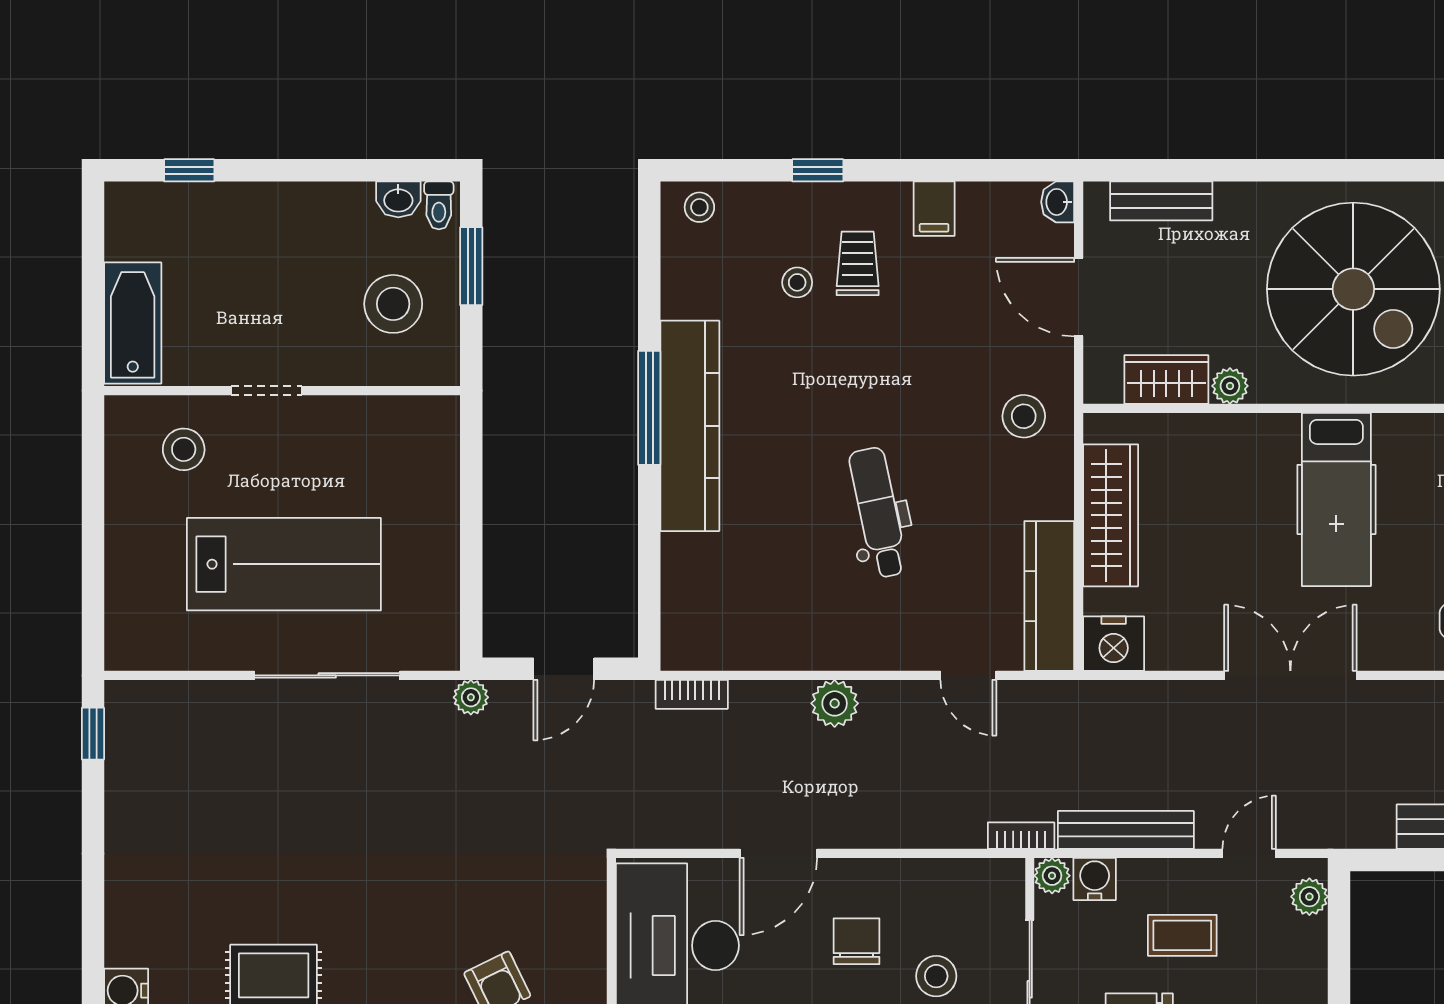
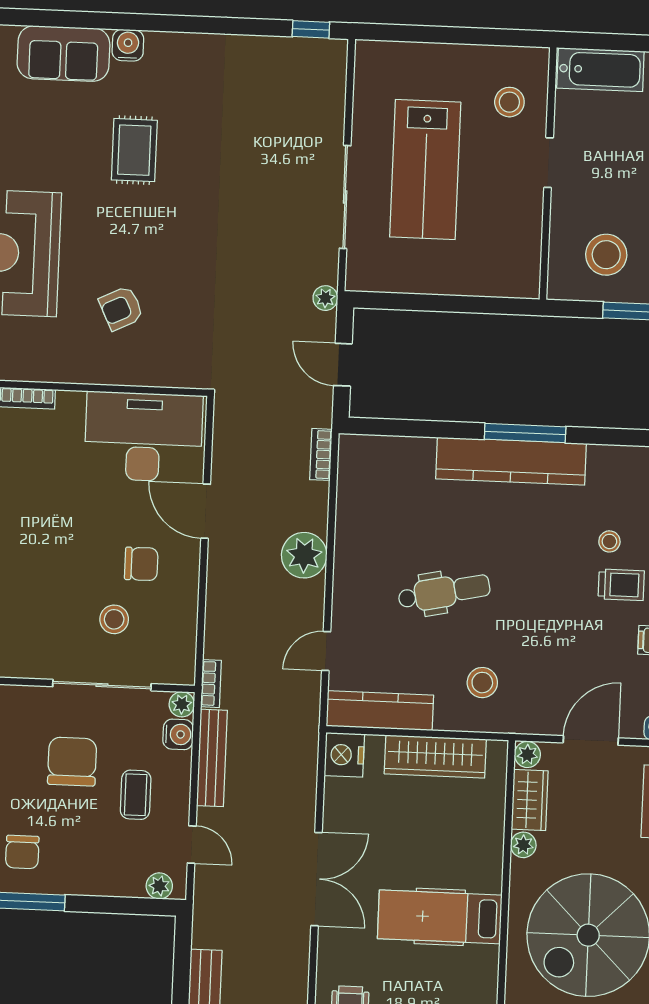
plant: (1102, 386) -> (527, 754), added
stool: (1024, 416) -> (482, 683), moved
plant: (835, 703) -> (304, 555), width x1.36, depth x1.36

